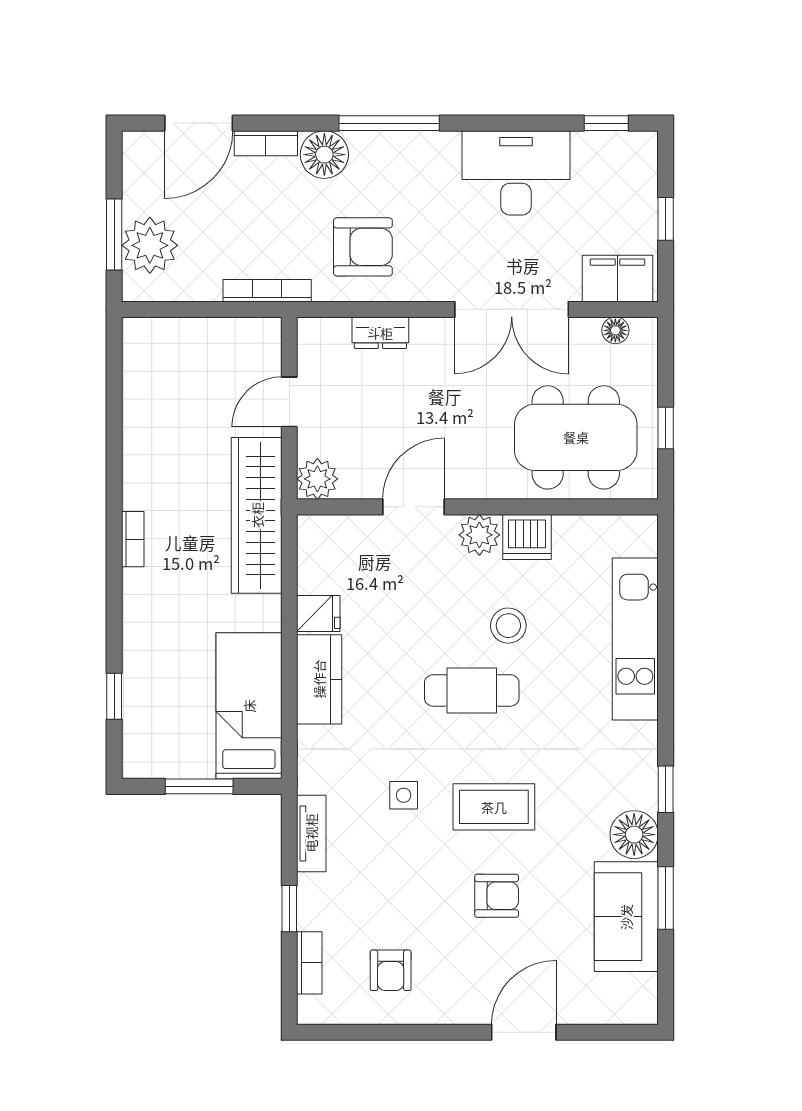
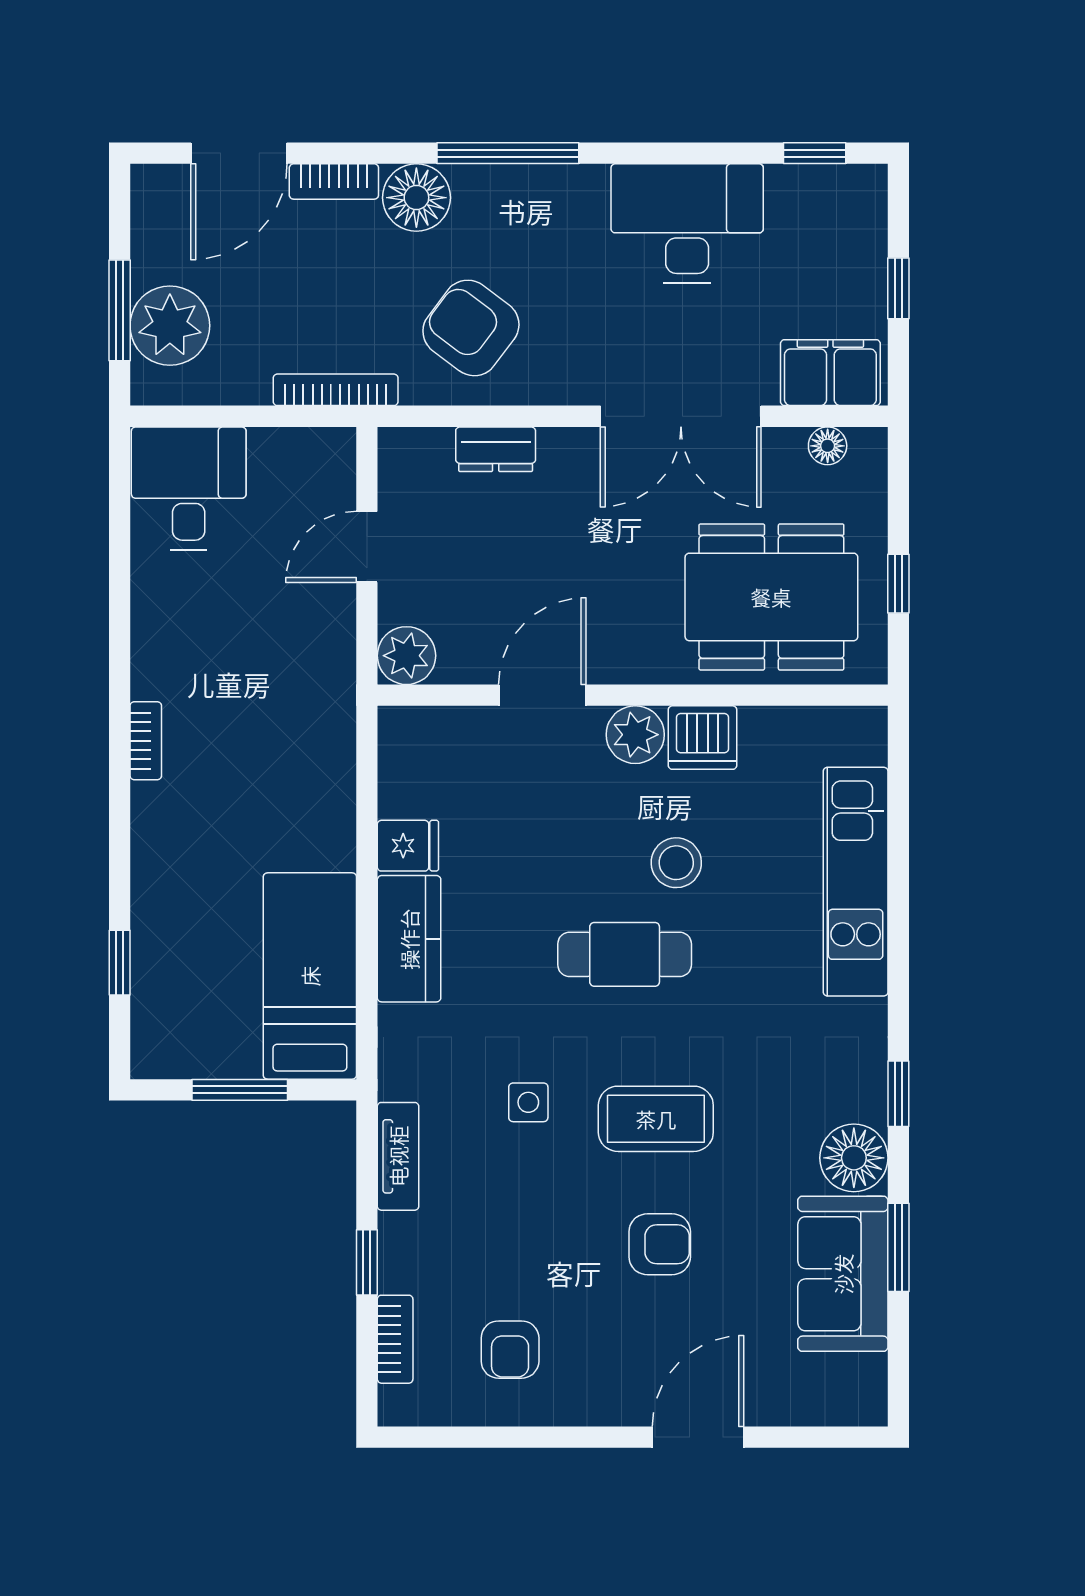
armchair: (363, 247) -> (471, 328), turned -143
desk: (163, 361) -> (189, 488), added
wardrobe: (257, 515) -> (321, 707), removed

